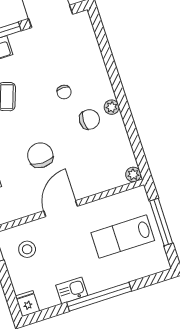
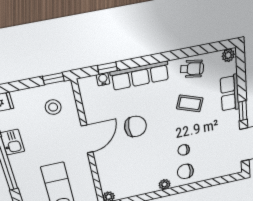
chair: (89, 119) -> (185, 171), moved, turned 90
door: (61, 209) -> (87, 139), hinge flipped

